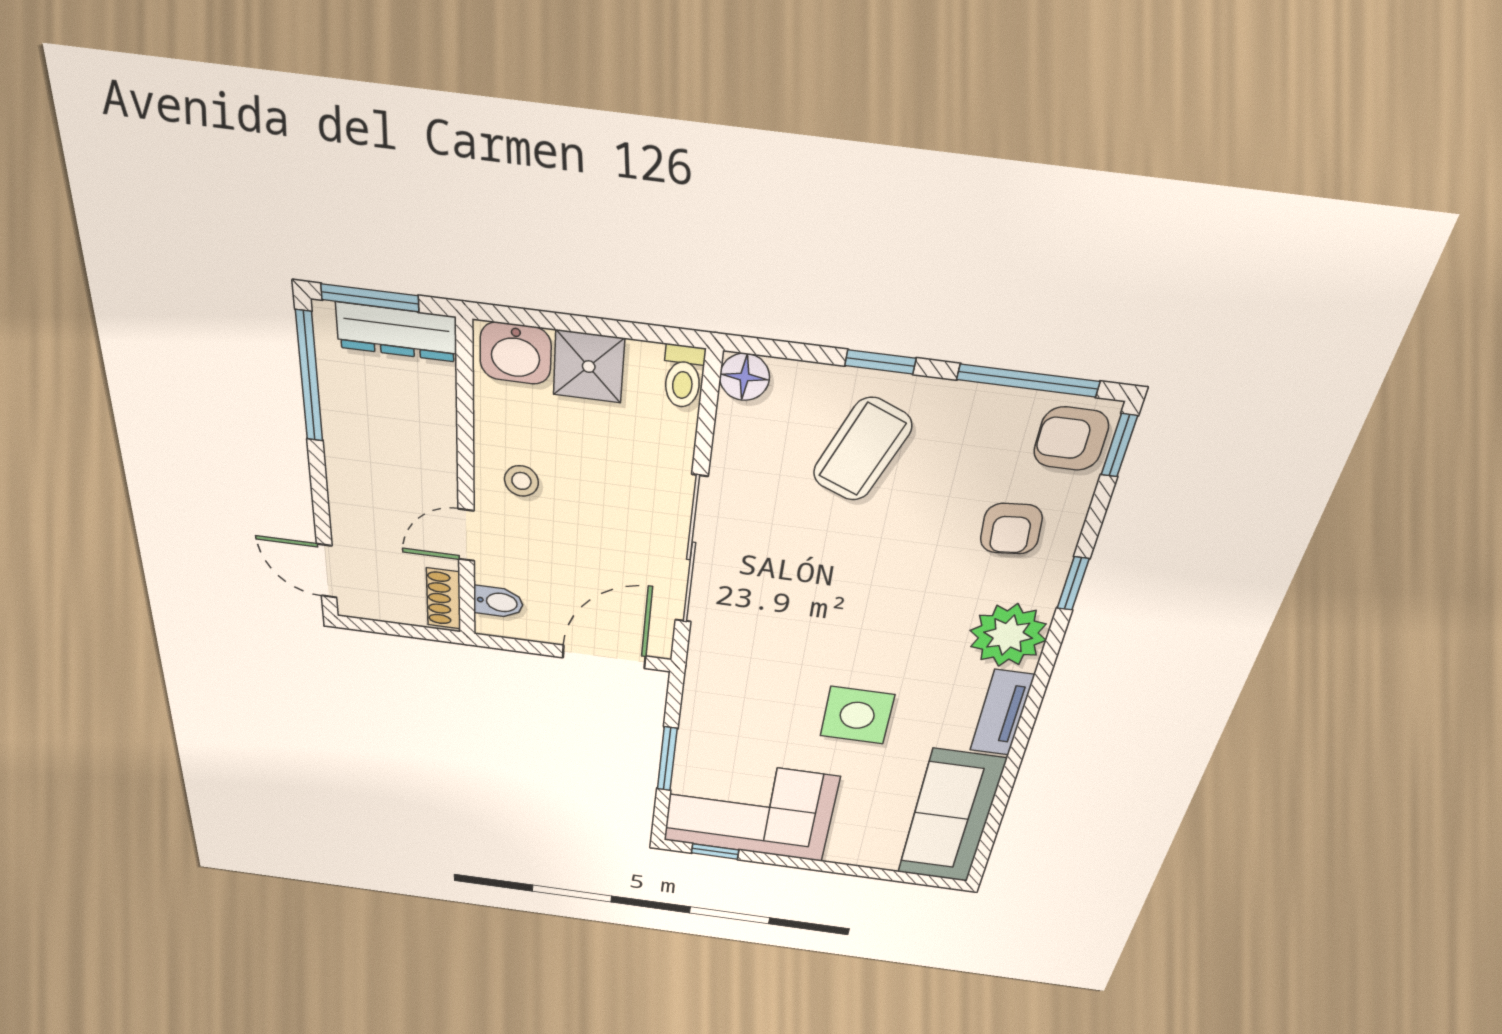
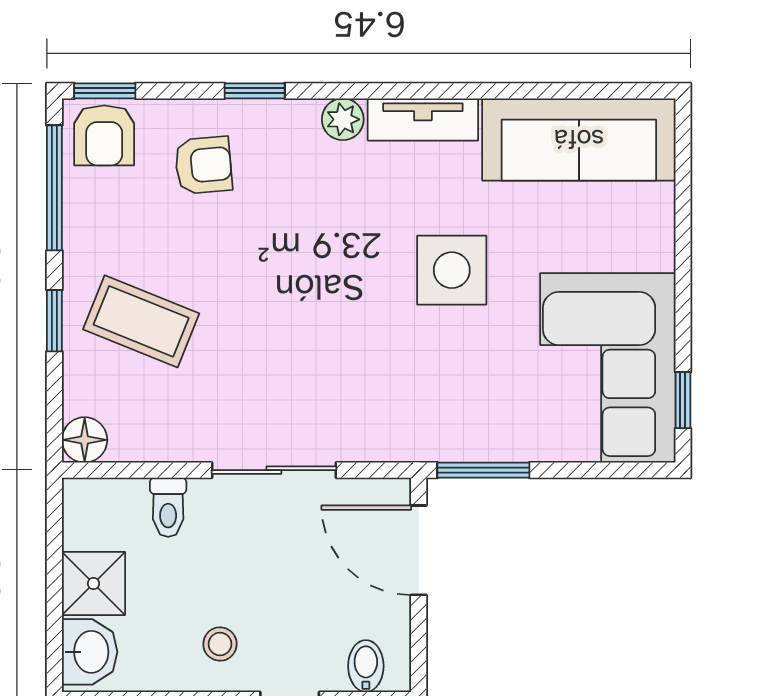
toilet: (683, 377) -> (168, 507), moved, turned 90
sliding door: (691, 551) -> (274, 470), width x0.73
plant: (1008, 635) -> (343, 119), width x0.53, depth x0.53
window: (667, 759) -> (483, 470), moved

